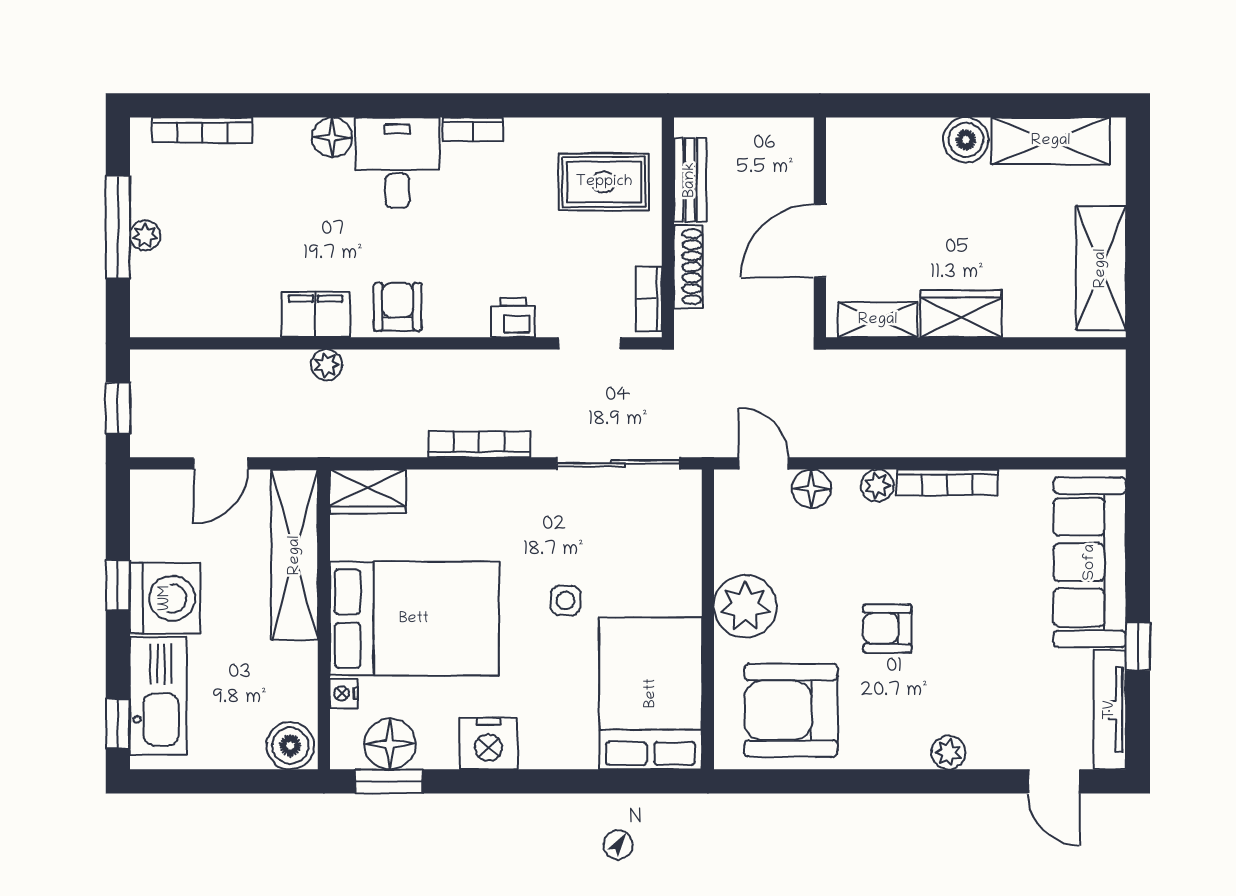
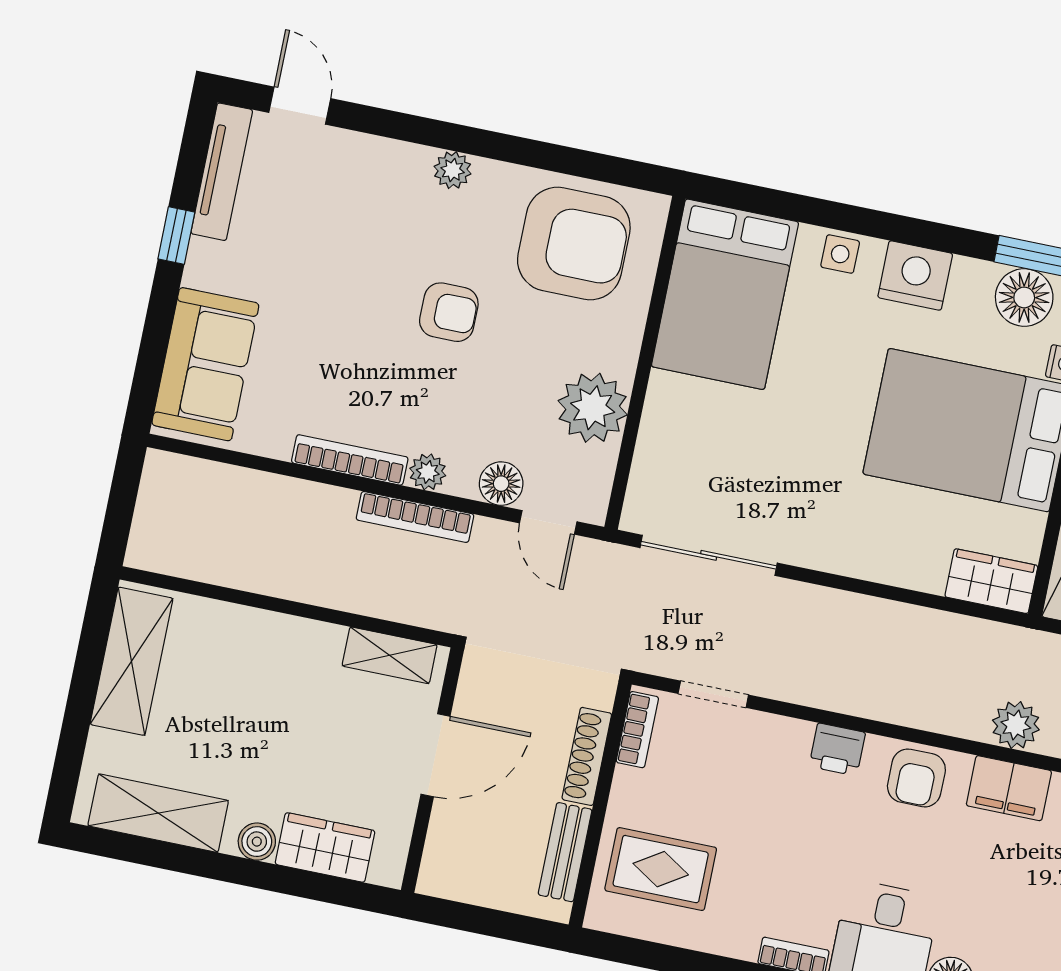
boiler: (966, 140) -> (257, 842), width x0.73, depth x0.73
wardrobe: (961, 314) -> (325, 847), moved, turned 180
printer: (513, 318) -> (837, 749), moved
plant: (327, 365) -> (1016, 725), width x1.38, depth x1.38
bookcase: (479, 444) -> (415, 517), moved
sofa: (1090, 562) -> (205, 364), width x0.73
side table: (566, 600) -> (840, 254), moved
plant: (745, 606) -> (593, 408), moved
plant: (948, 753) -> (453, 170), moved

